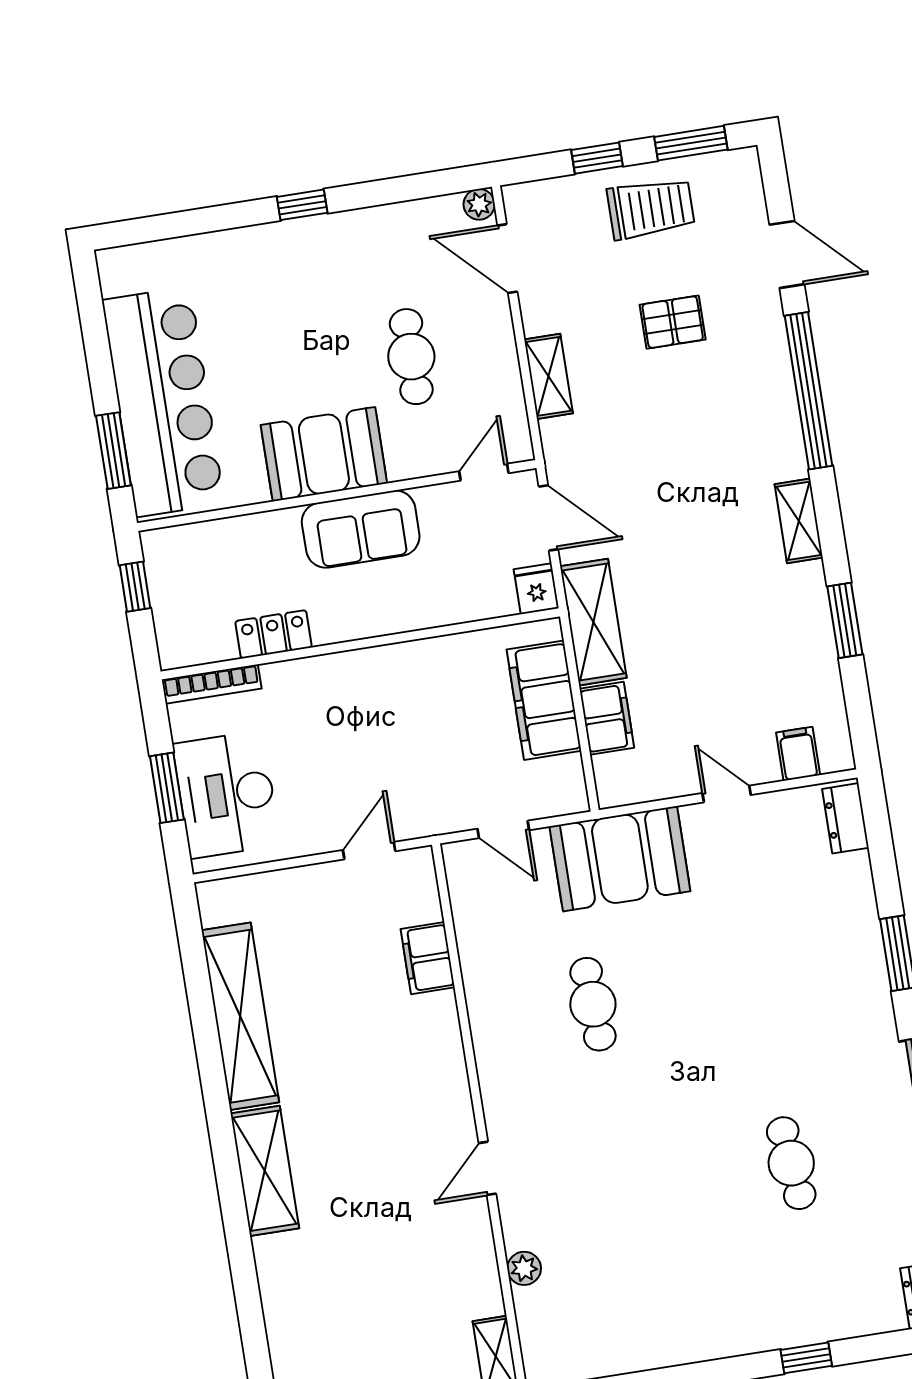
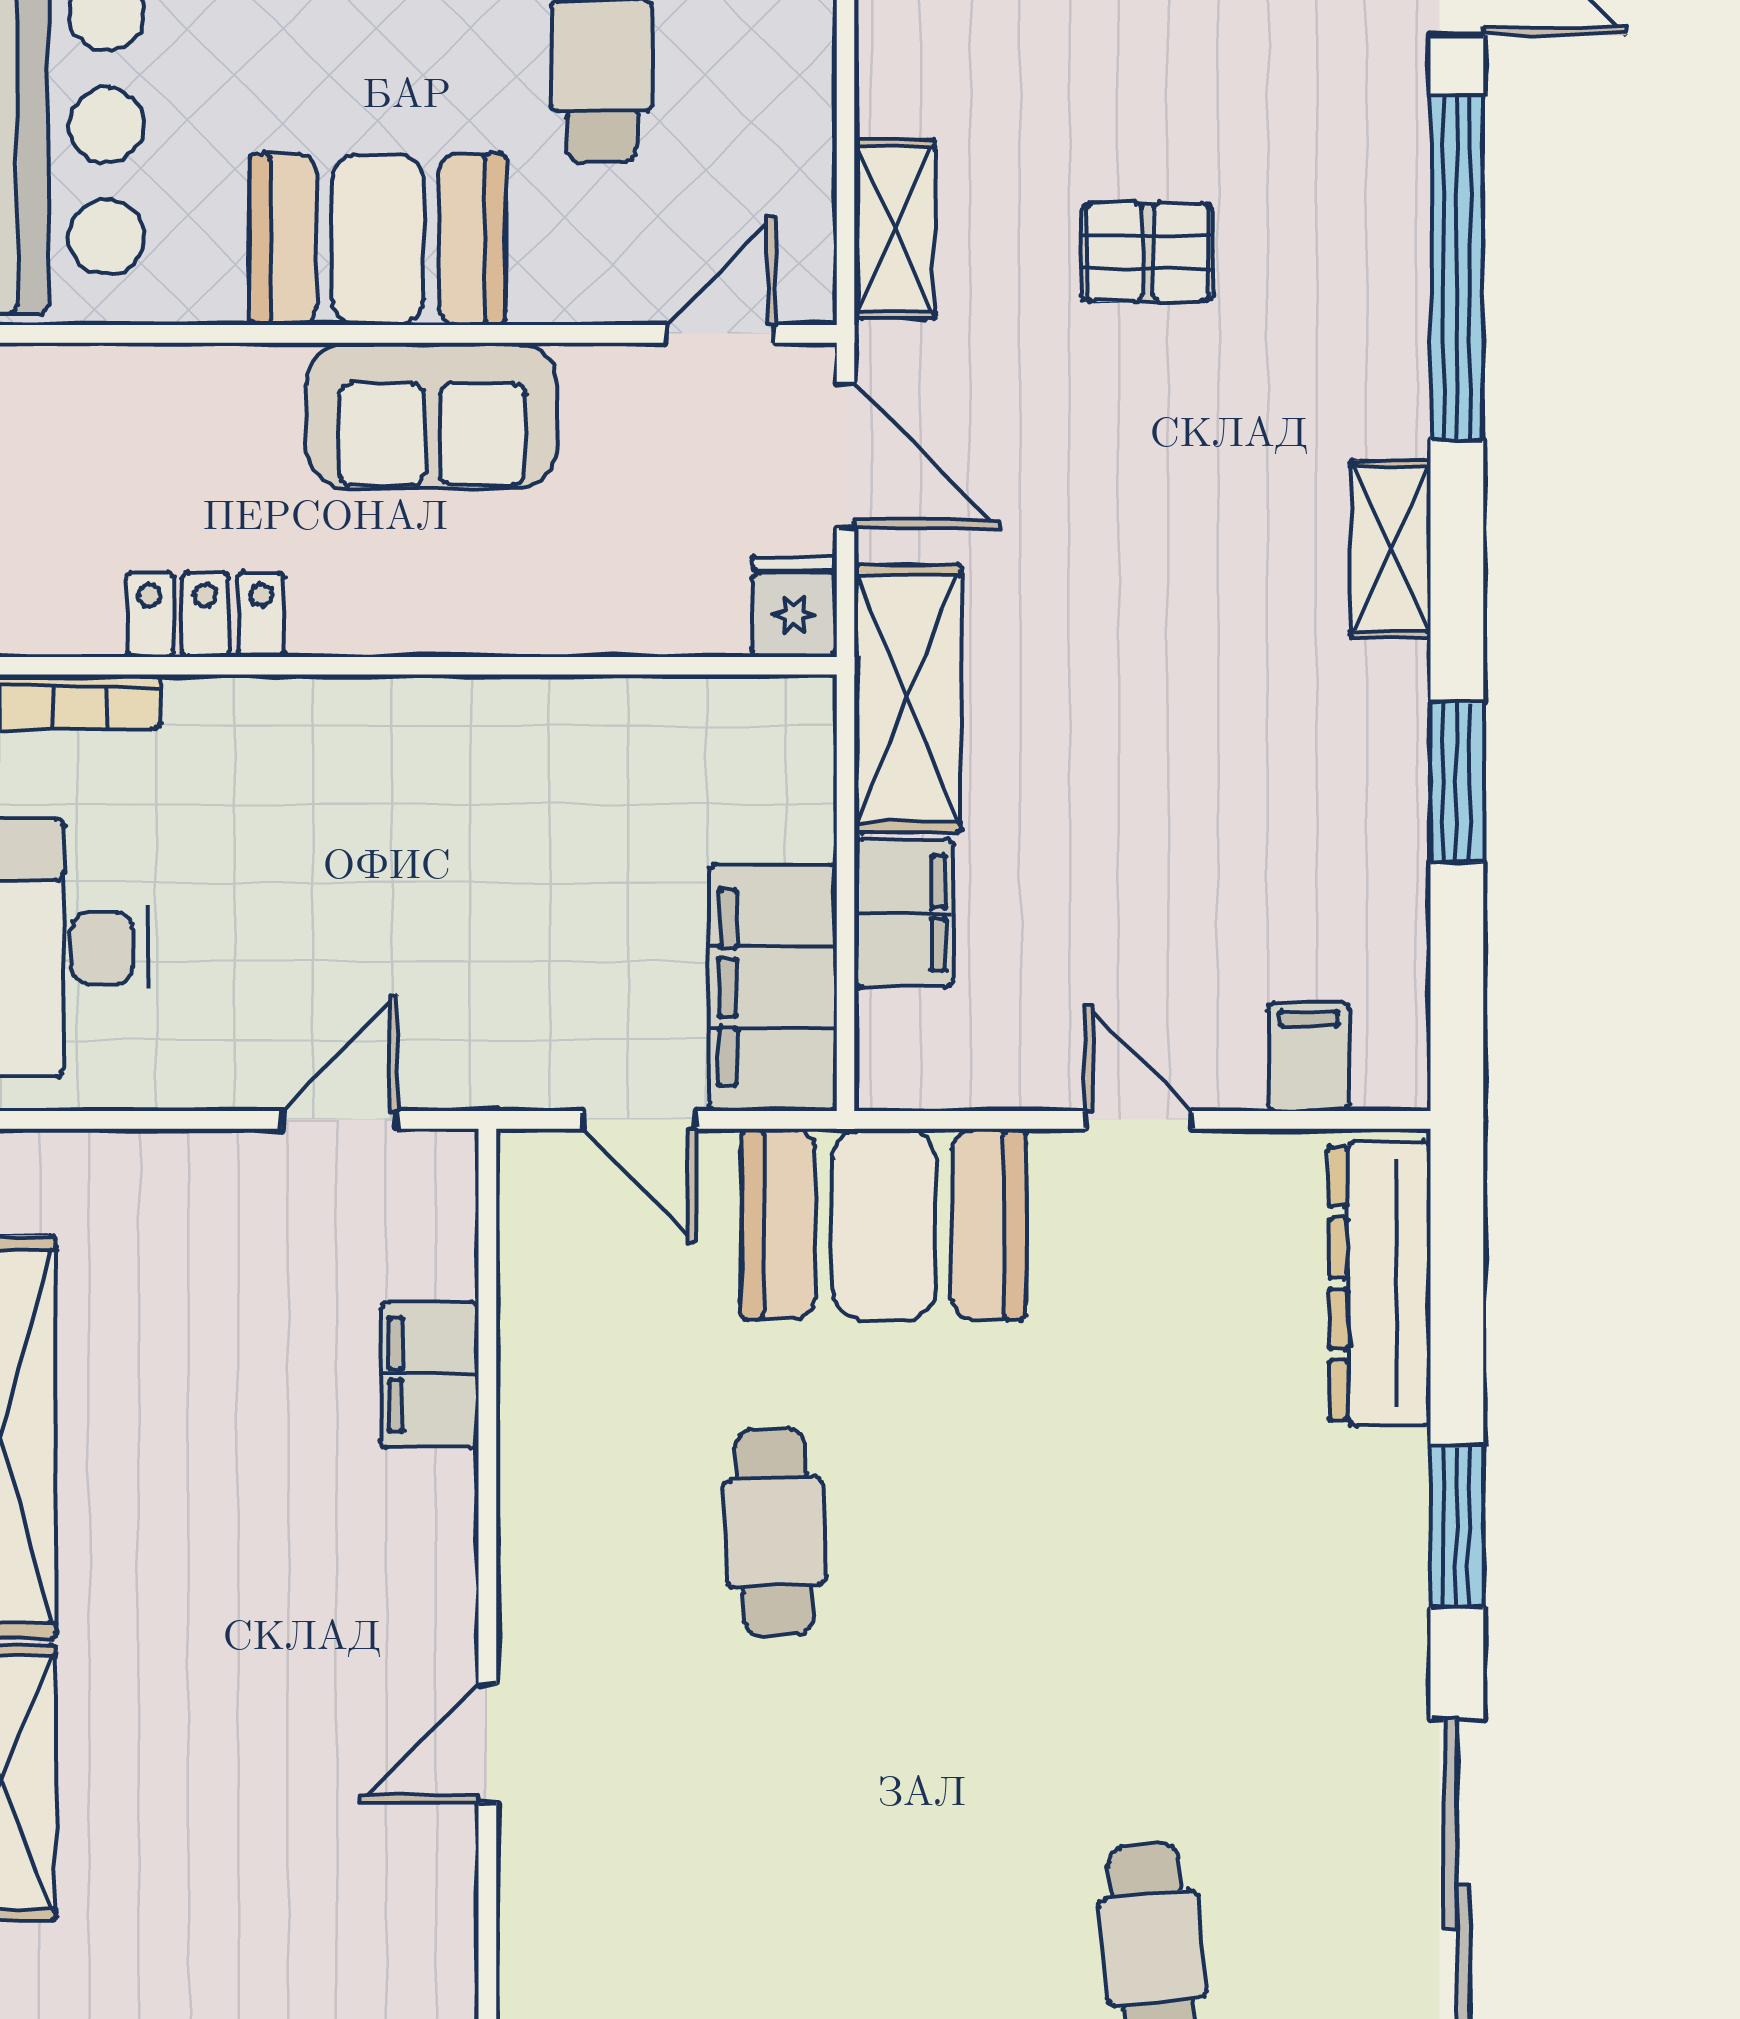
pallet: (673, 322) -> (1148, 252), moved
shelving: (548, 376) -> (894, 229), moved
filing cabinet: (544, 700) -> (773, 988), moved
dresser: (846, 818) -> (1380, 1284), width x1.96, depth x1.24
door: (487, 1168) -> (487, 1743), moved

